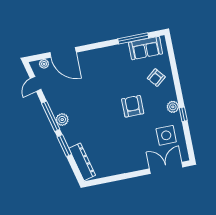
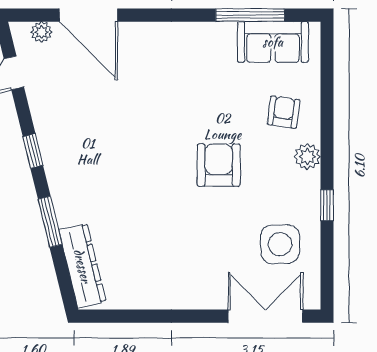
armchair: (156, 78) -> (284, 112), turned 137
plant: (173, 107) -> (307, 157), moved
window: (51, 116) -> (33, 151), width x0.46
plant: (62, 120) -> (57, 163), removed

